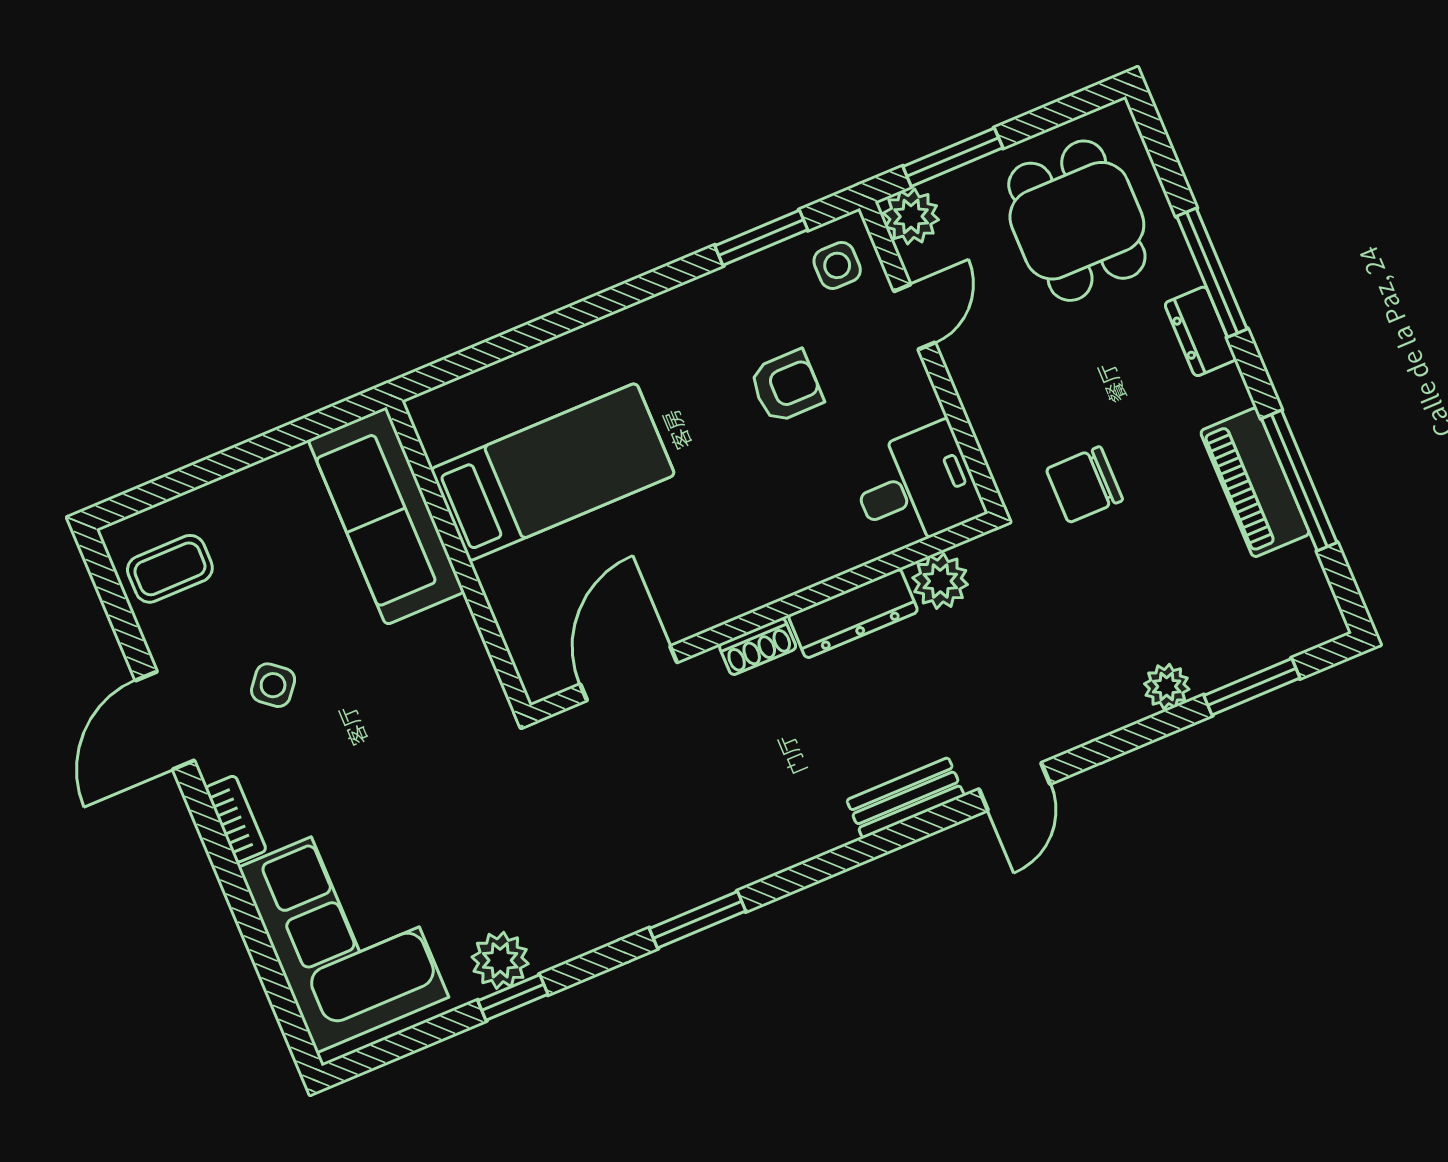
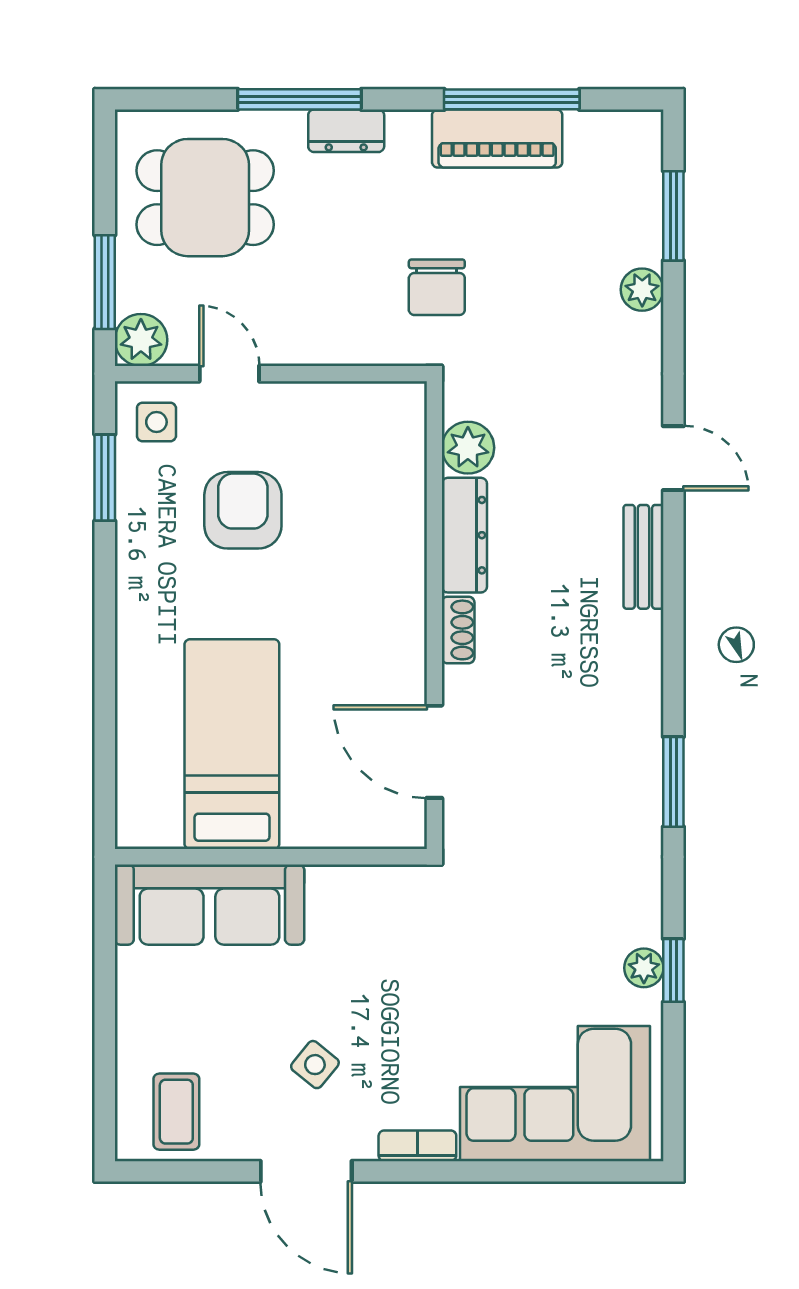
armchair: (786, 386) -> (243, 510), width x1.38, depth x1.38
desk: (916, 487) -> (378, 434), removed
plant: (500, 960) -> (644, 968), width x0.73, depth x0.73

